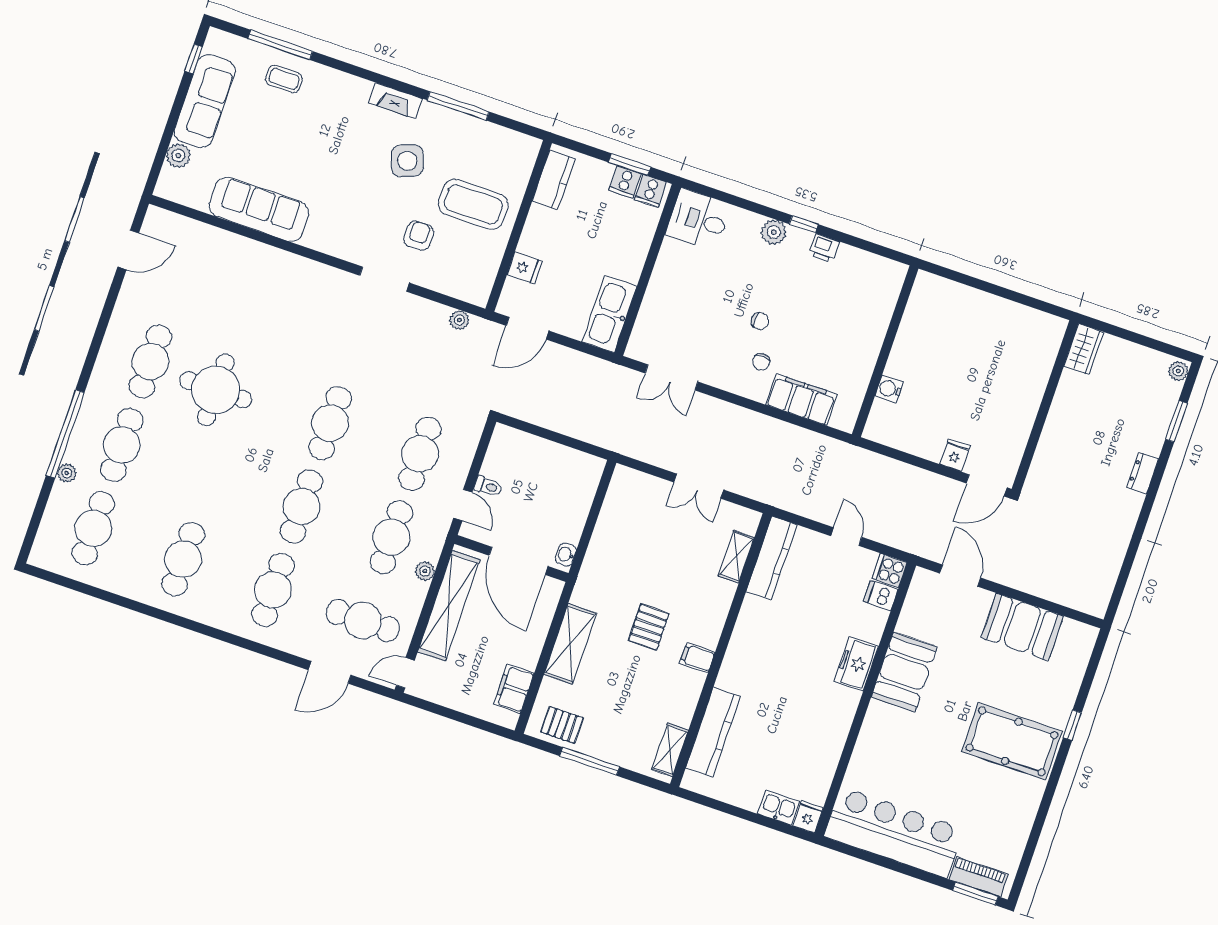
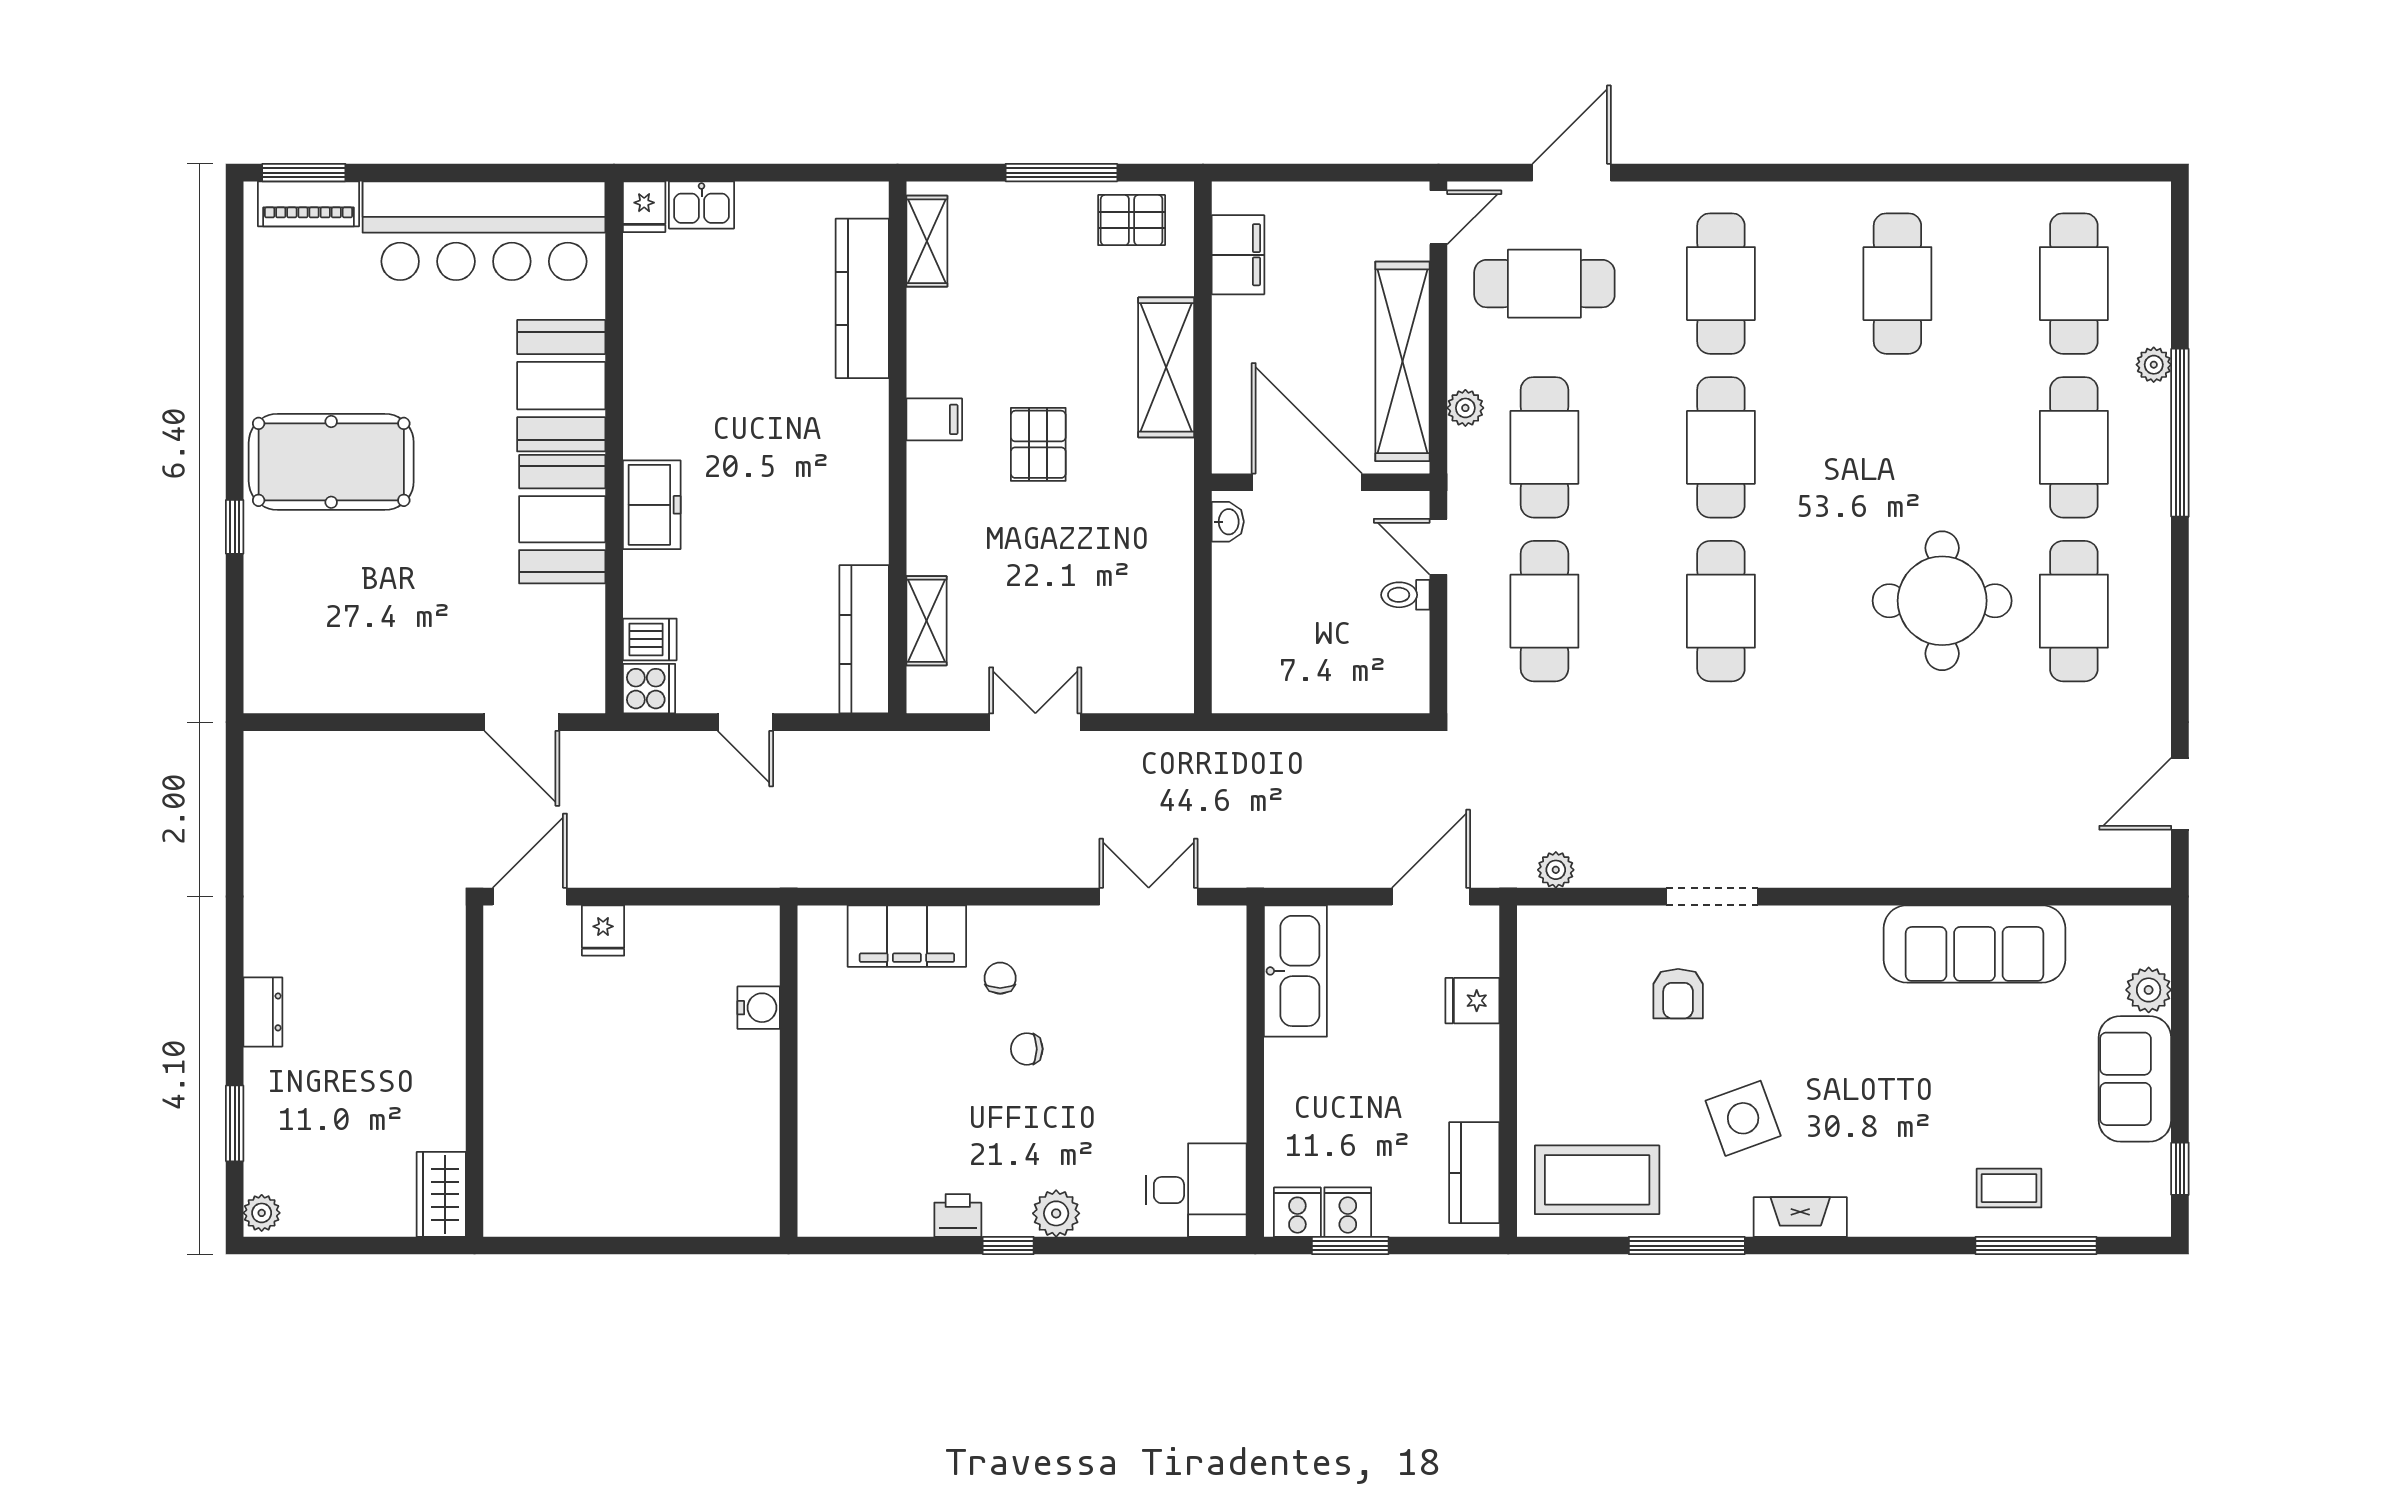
sofa: (205, 101) -> (2135, 1079), width x0.73
coffee table: (473, 204) -> (1597, 1180), moved
booth: (1022, 627) -> (561, 386), moved, turned 90

